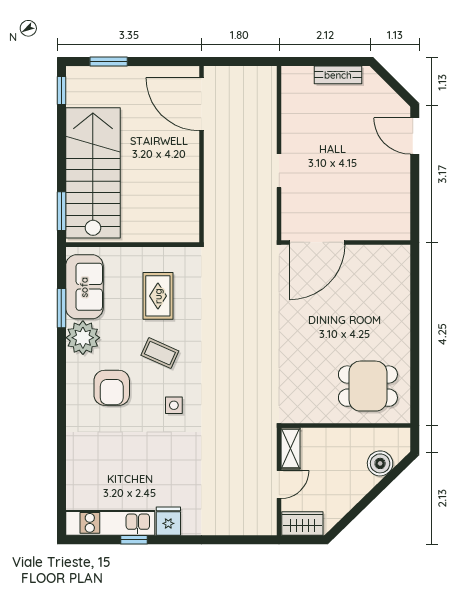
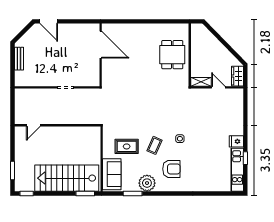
door: (201, 104) -> (33, 125), width x0.53
door: (415, 136) -> (49, 21), hinge flipped
door: (317, 242) -> (101, 45), moved
sofa: (84, 287) -> (112, 174), moved, turned 90
dining table: (368, 386) -> (172, 55), moved
boiler: (380, 463) -> (208, 38), removed

